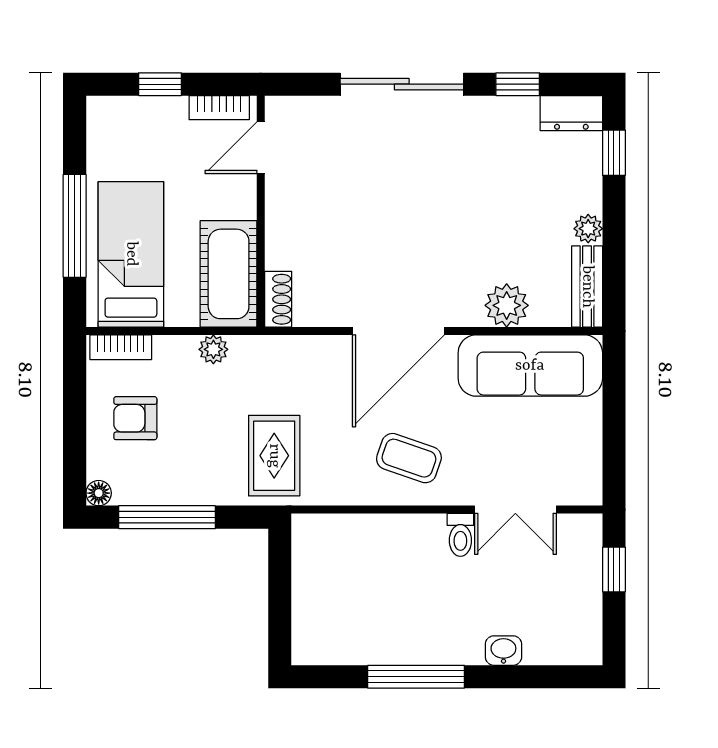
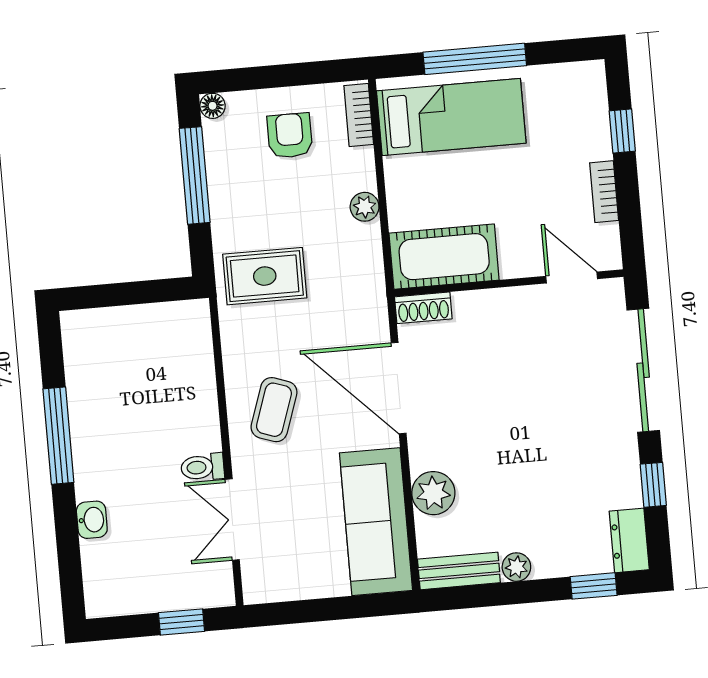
door: (261, 148) -> (572, 278), moved
wall: (261, 211) -> (509, 283), moved
cot: (229, 274) -> (444, 257), moved
shoe rack: (278, 299) -> (423, 308), moved

